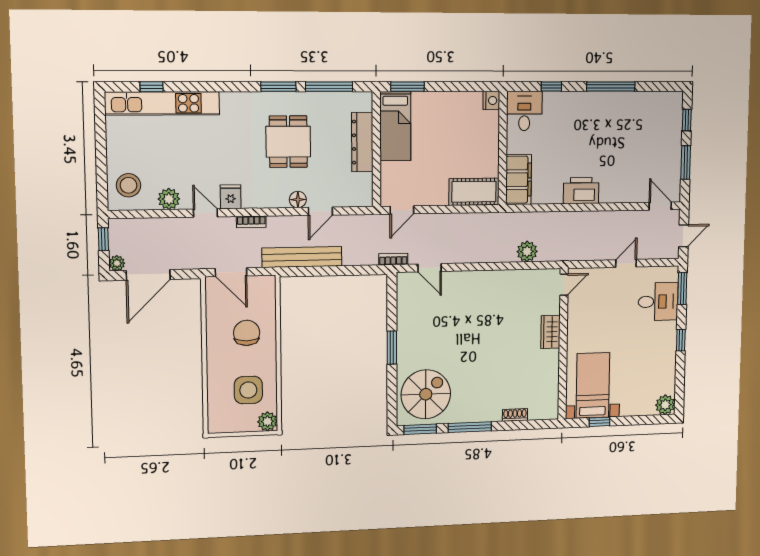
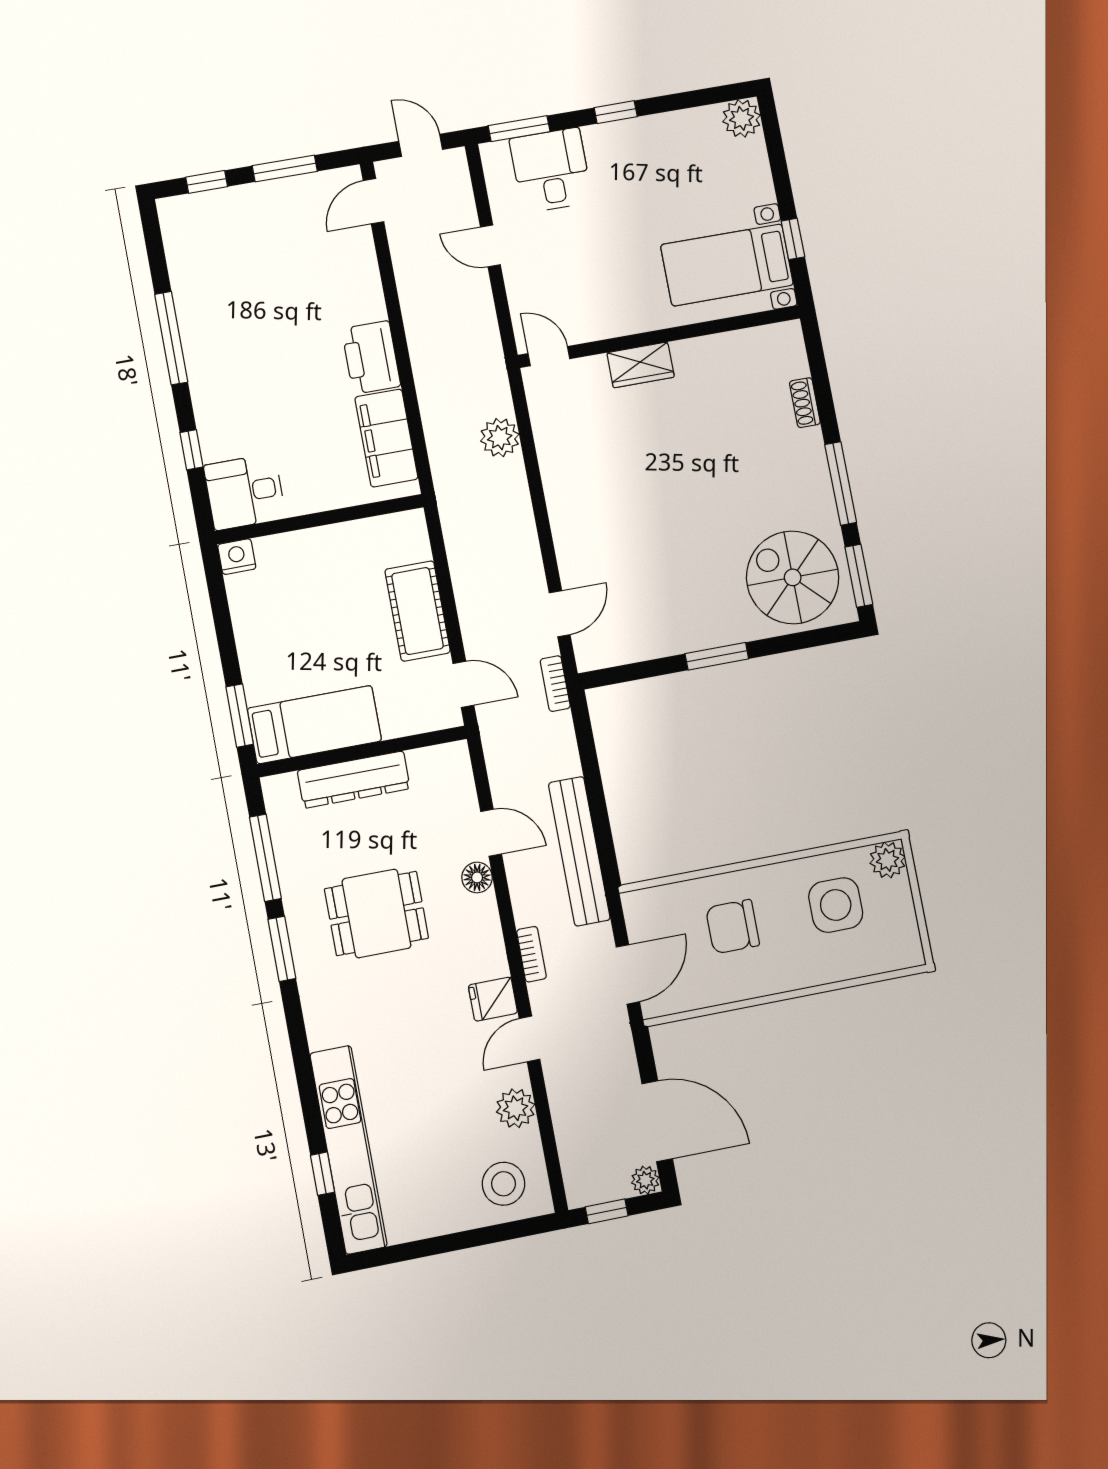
filing cabinet: (519, 180) -> (386, 438), moved, turned -90
cot: (474, 192) -> (418, 611), moved

